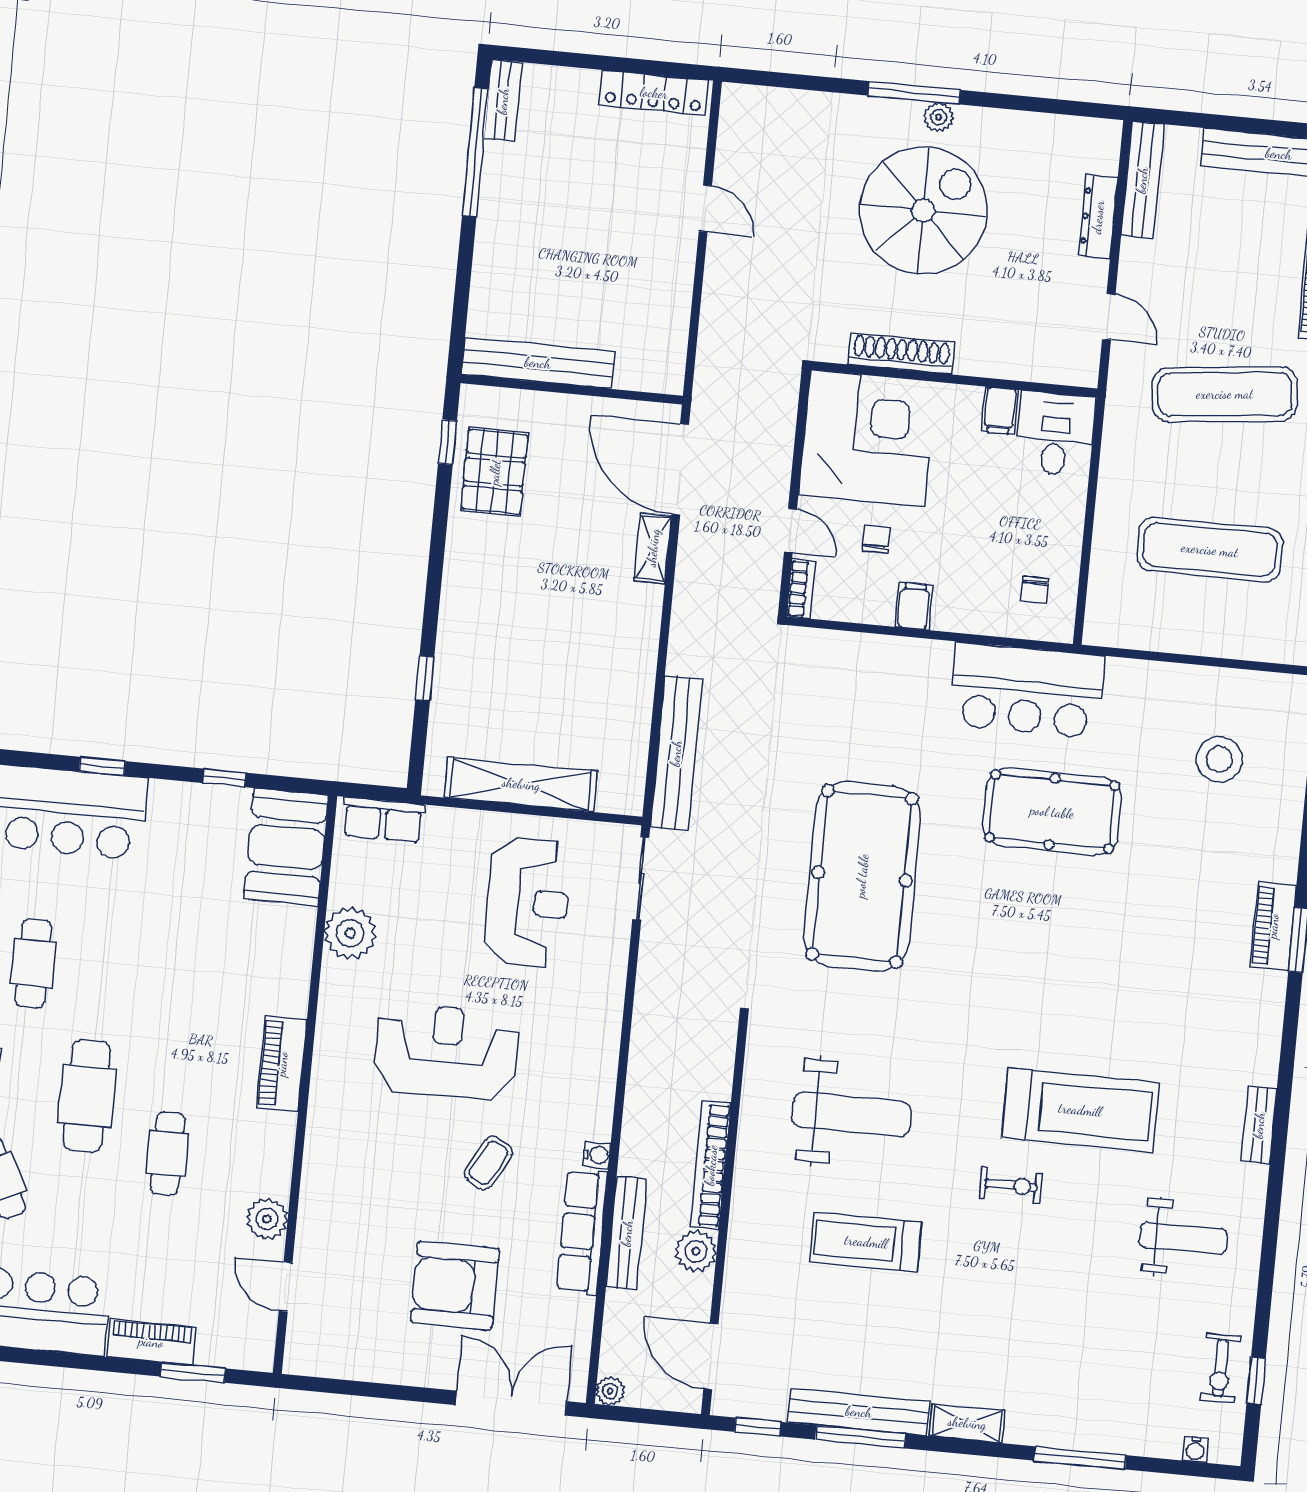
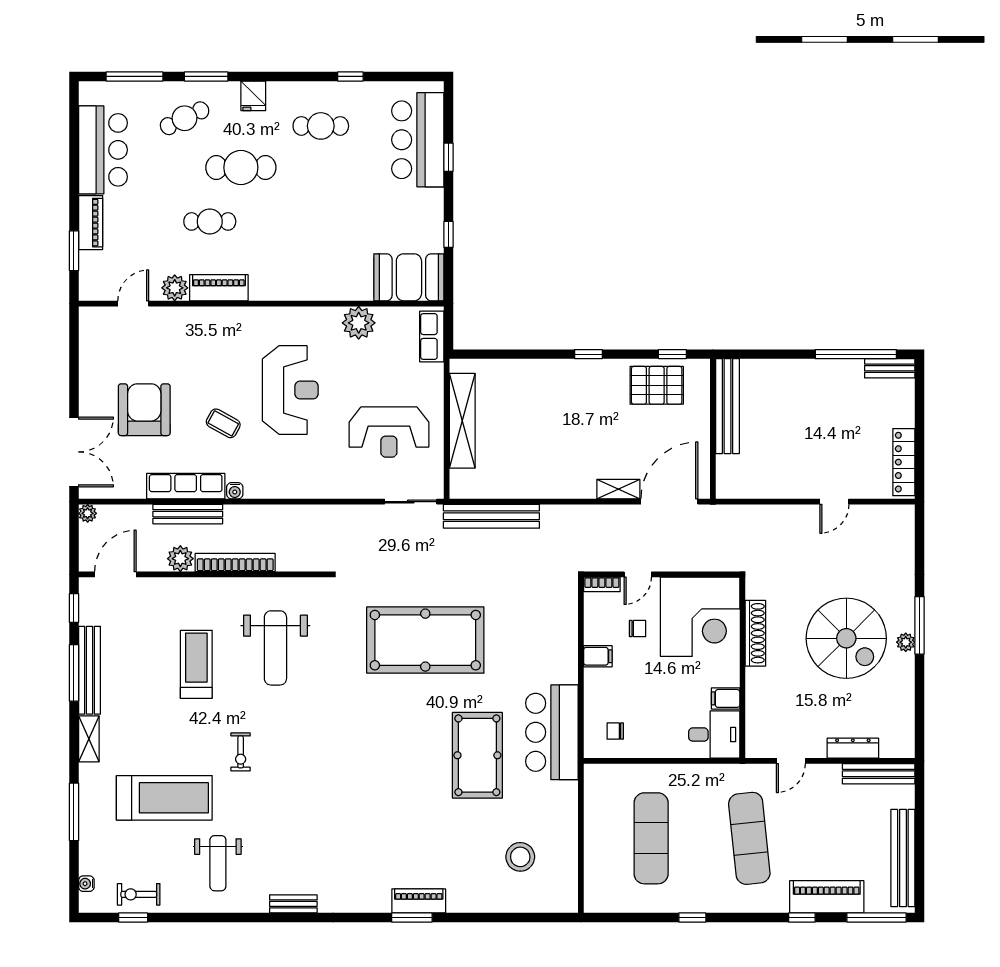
window: (425, 678) -> (588, 354), moved
piano: (282, 1064) -> (219, 288), moved
treadmill: (1080, 1110) -> (164, 798), moved, turned -90

